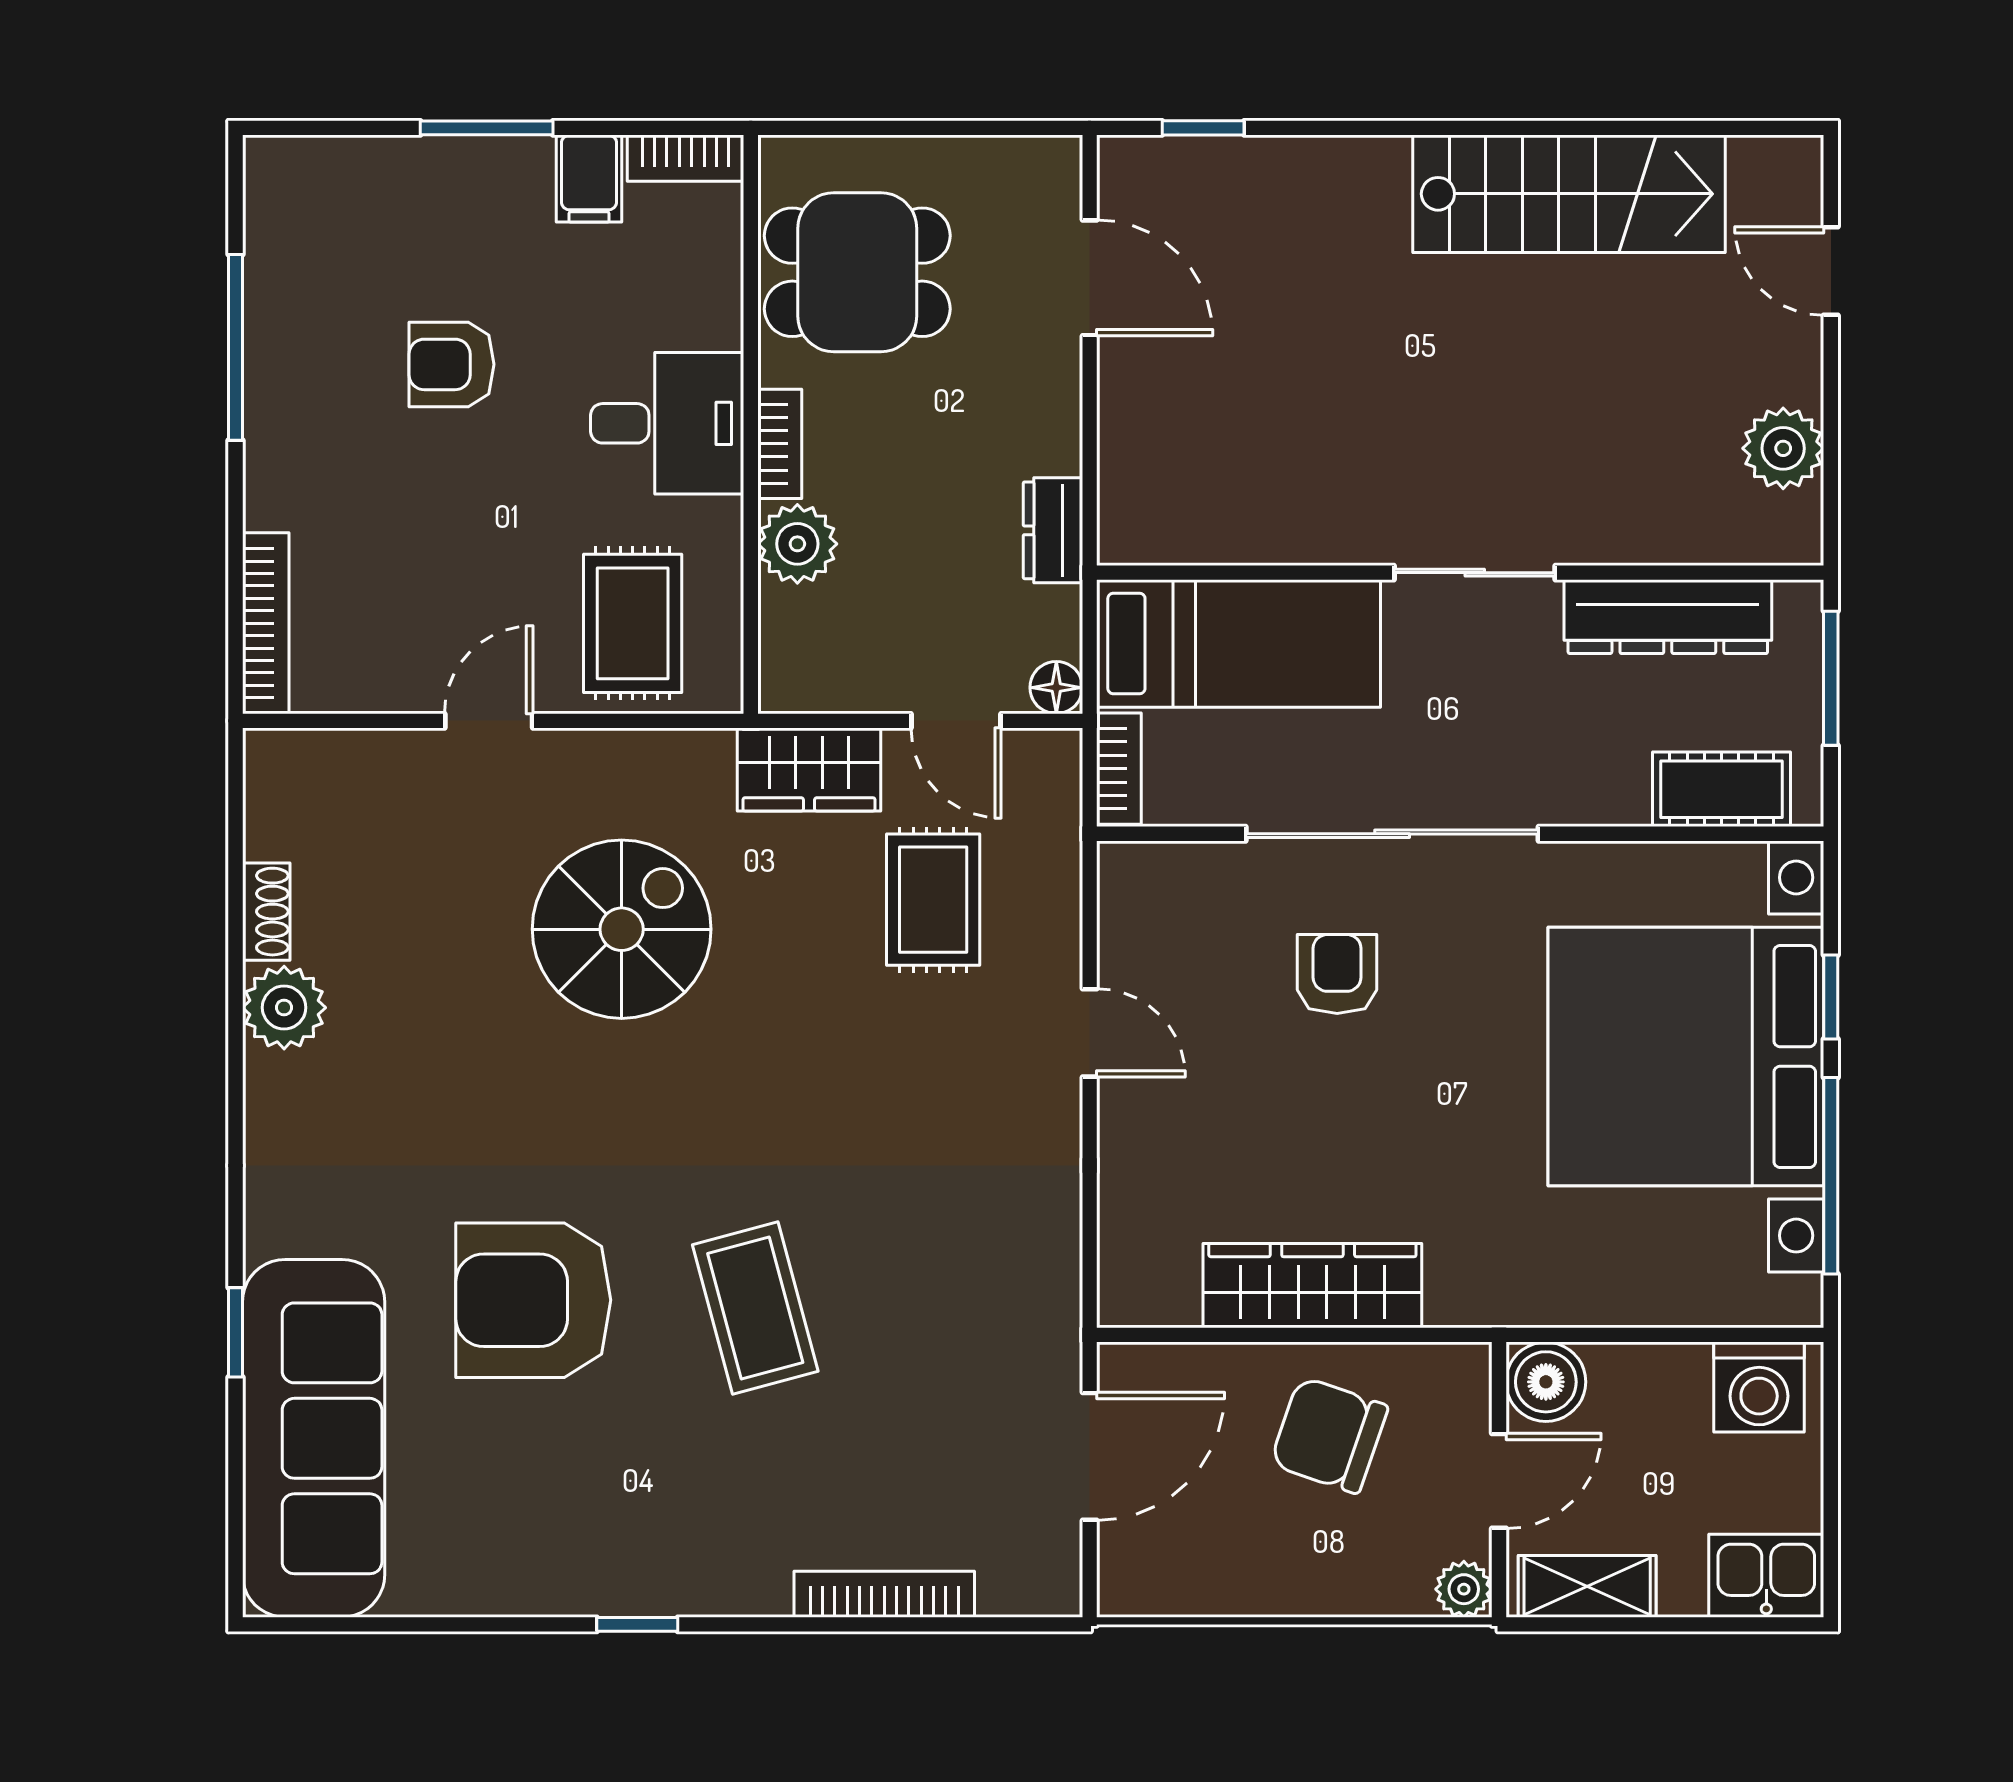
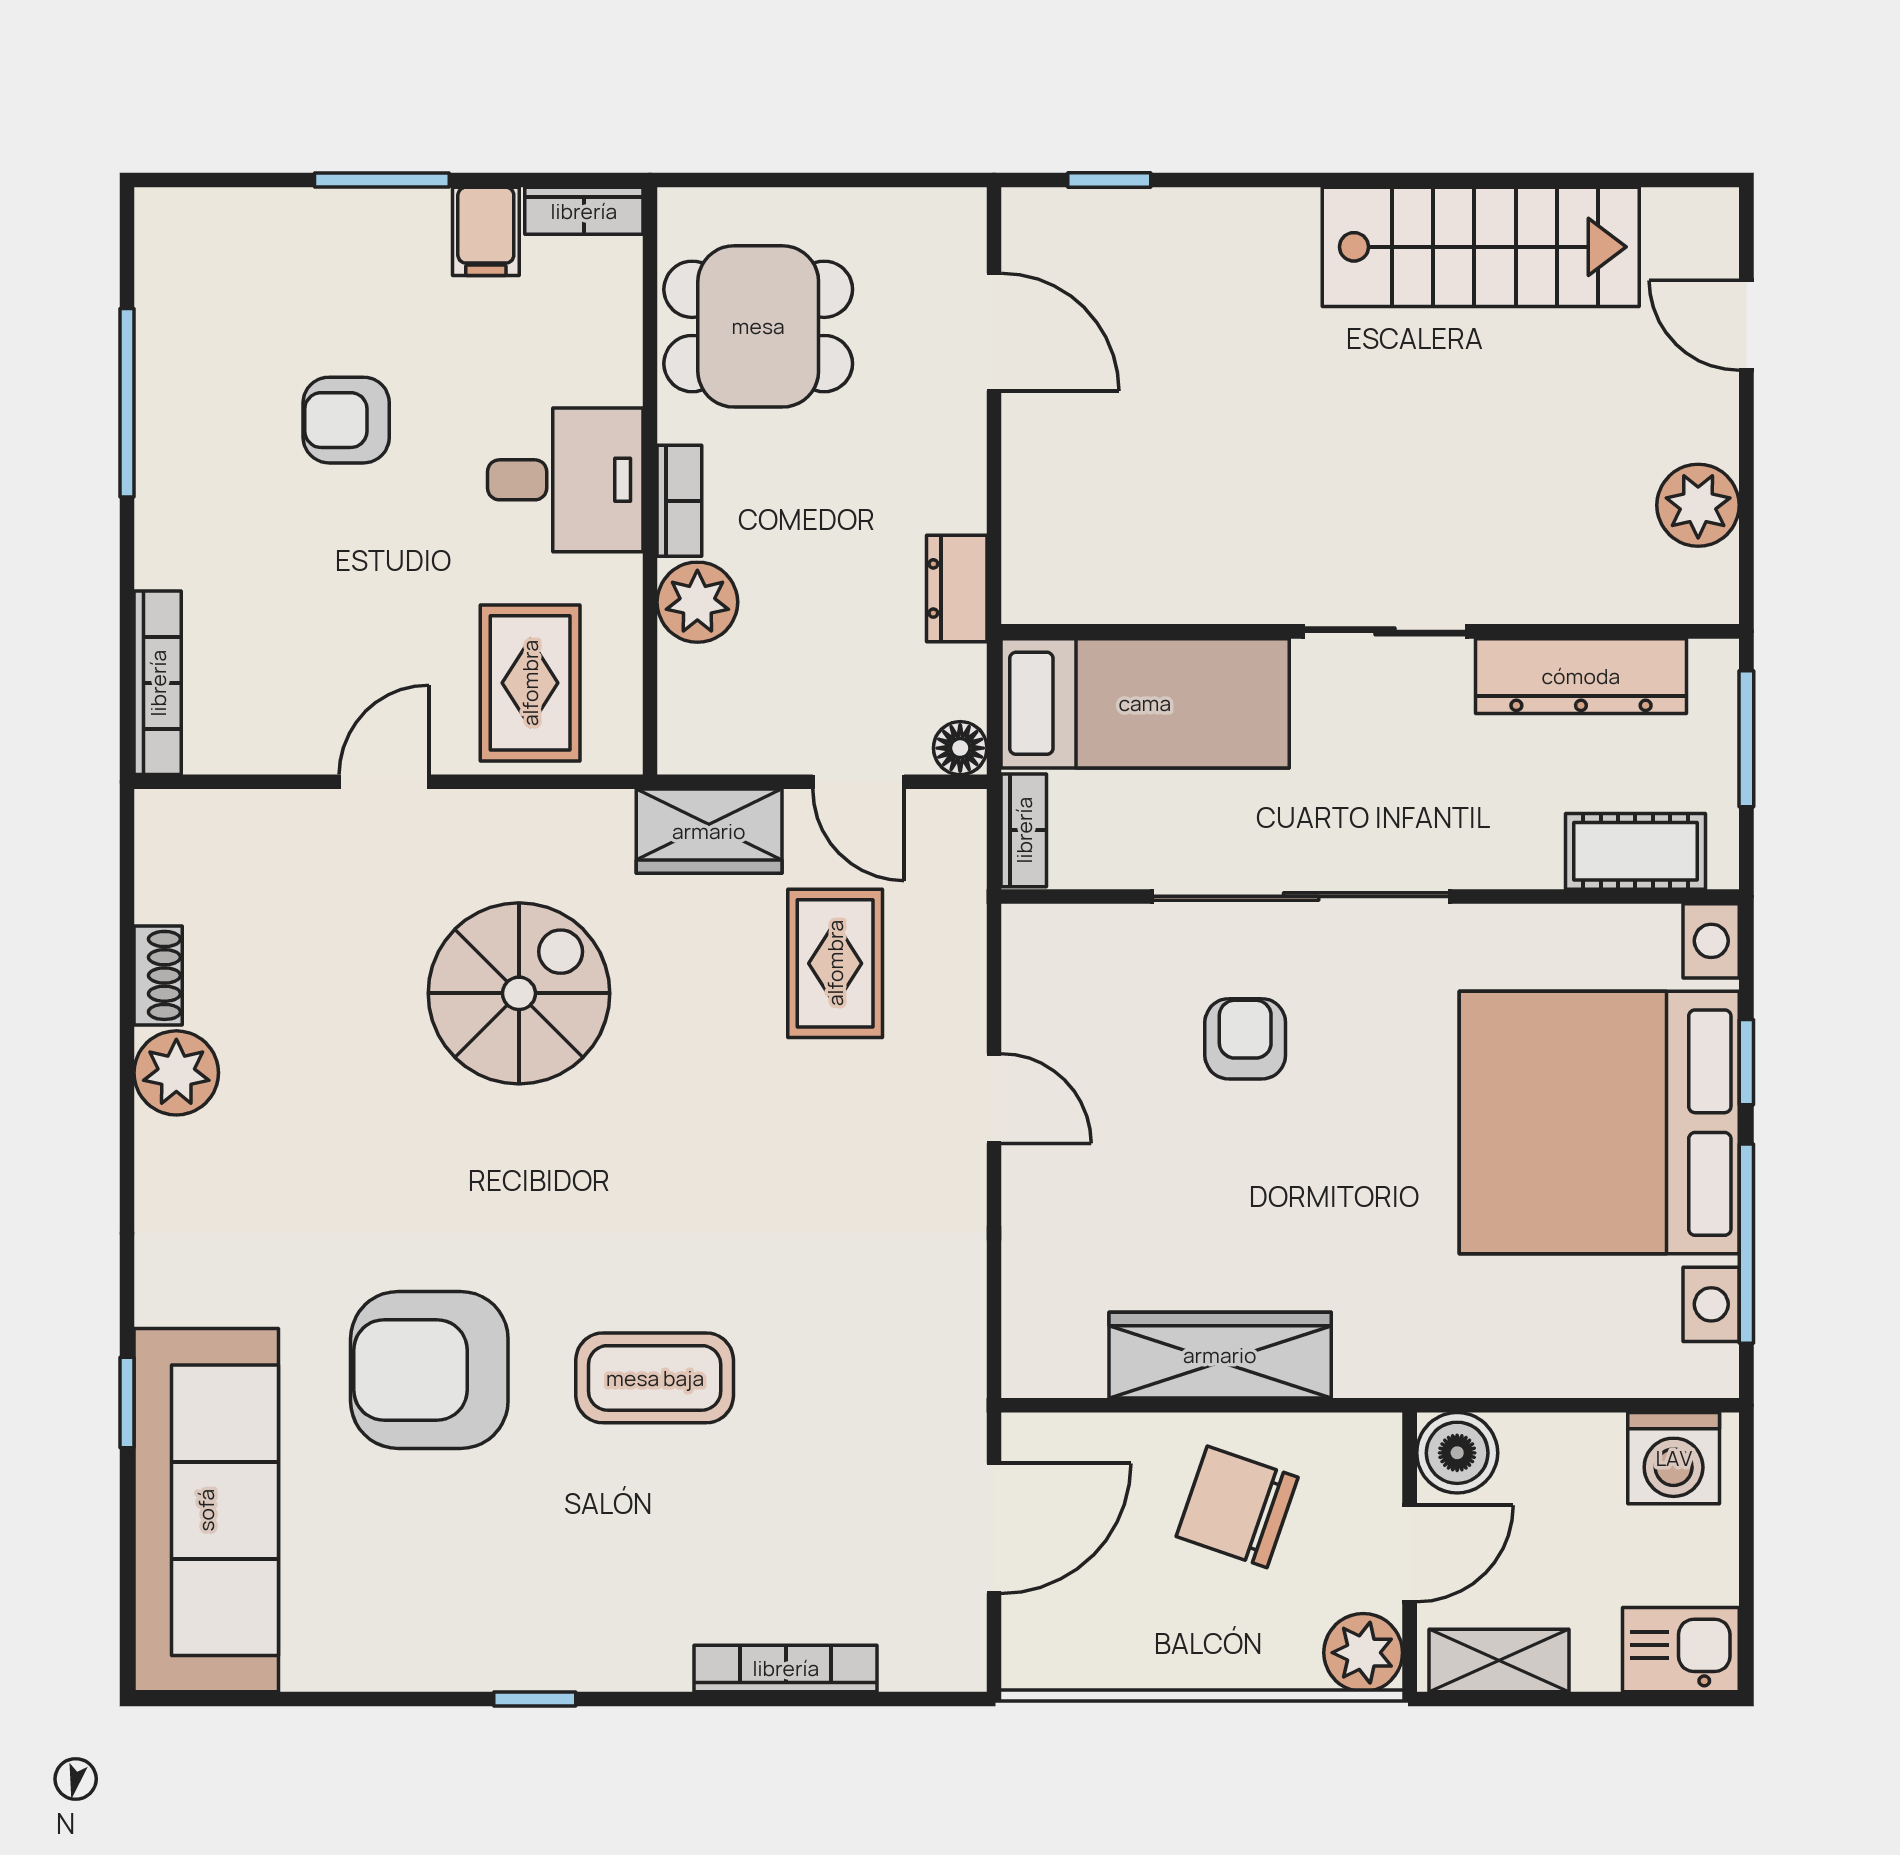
coffee table: (755, 1308) -> (655, 1378), turned -75
plant: (1464, 1589) -> (1363, 1653), width x1.38, depth x1.38

